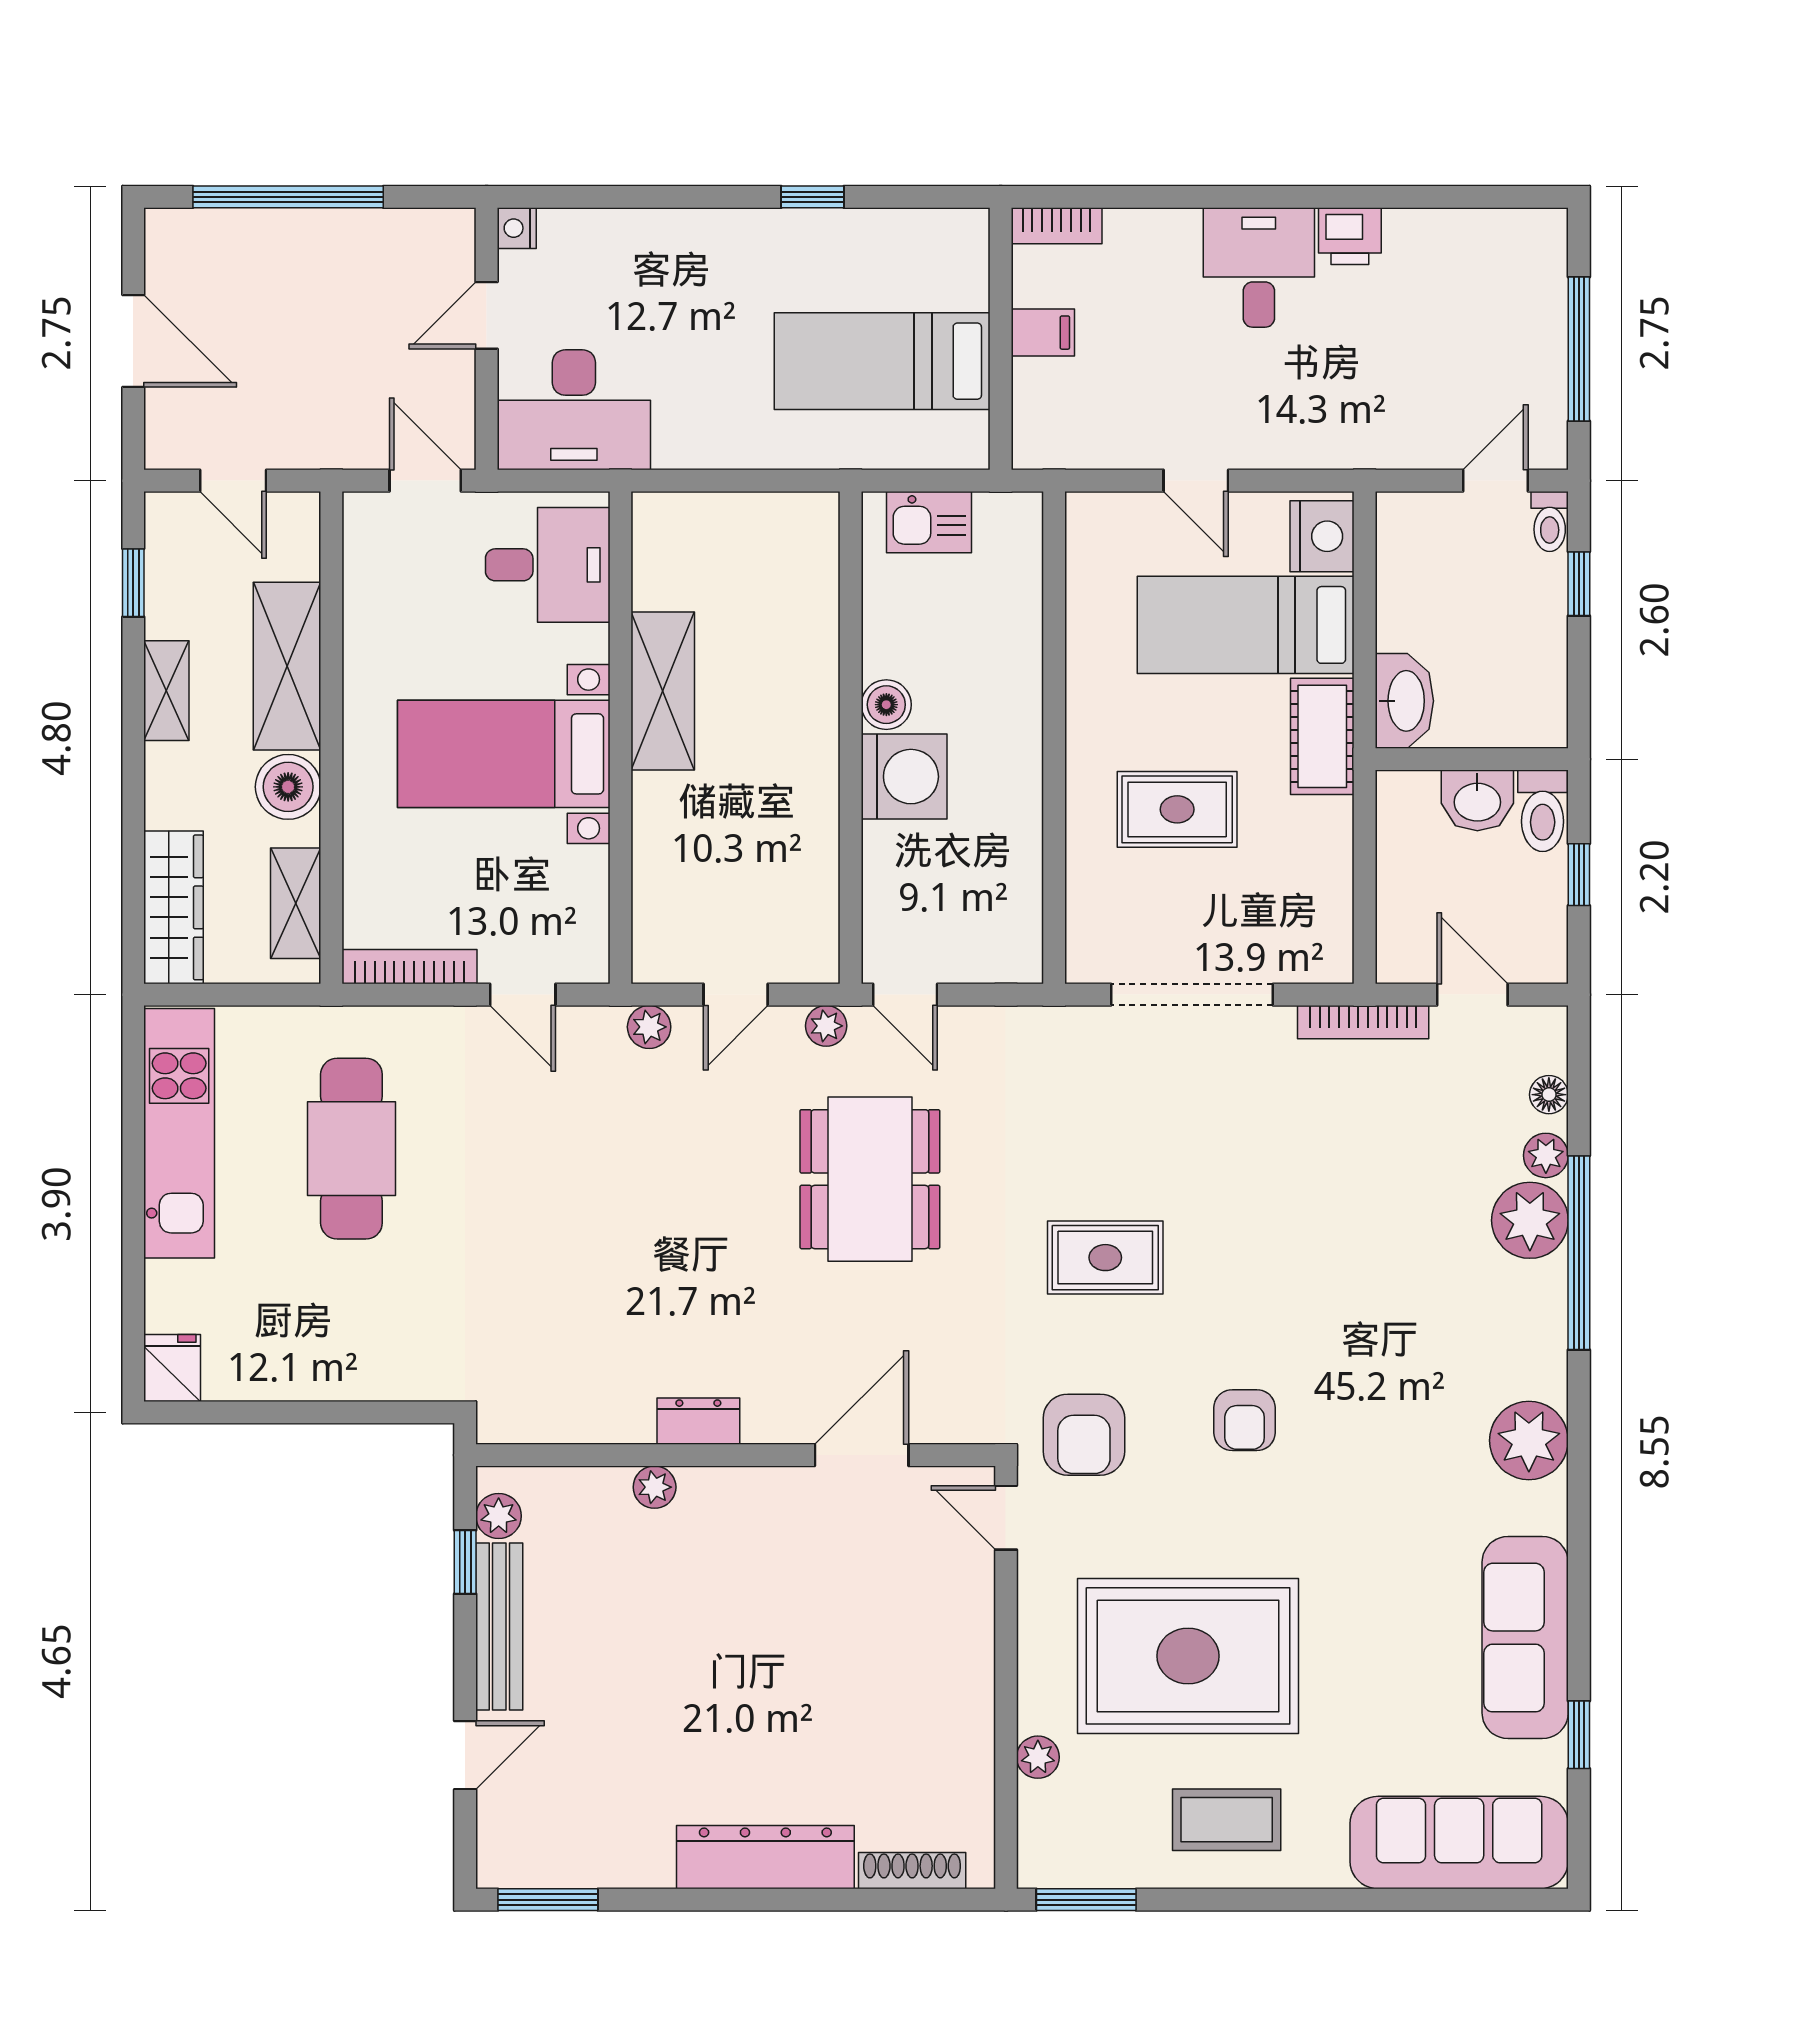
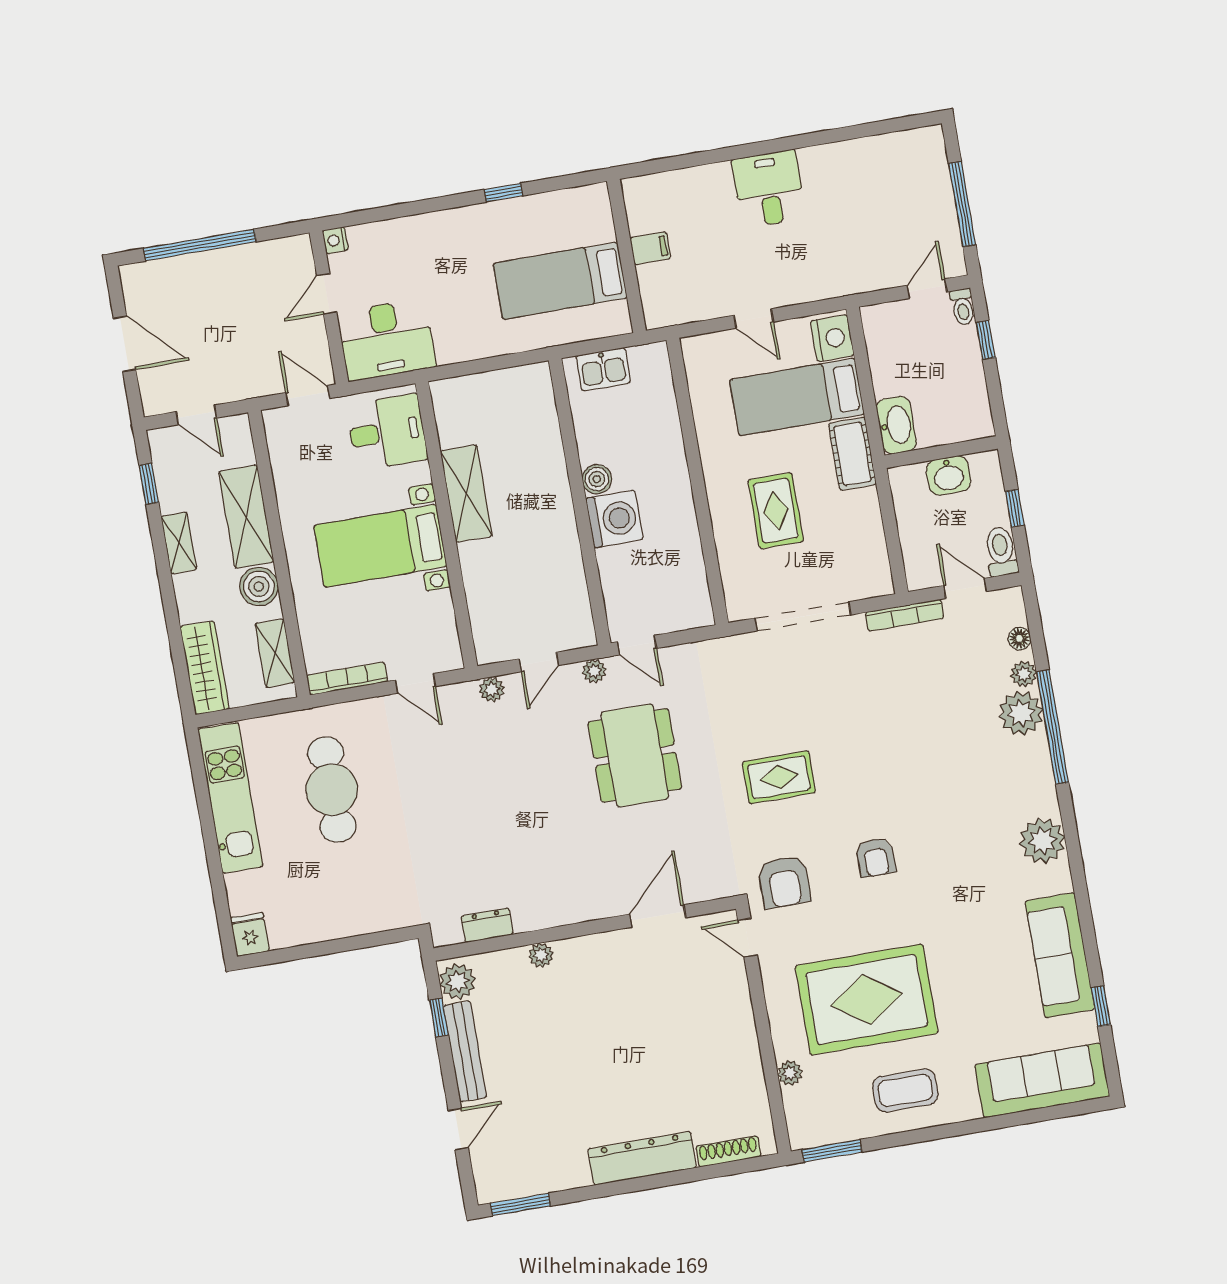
bookcase: (1057, 226) -> (648, 185), removed
printer: (1350, 236) -> (818, 162), removed
rug: (1177, 809) -> (776, 511), turned 90
toilet: (1543, 811) -> (1001, 551), moved, turned 180
dresser: (698, 1421) -> (487, 925), moved
plant: (499, 1516) -> (458, 982), width x1.38, depth x1.38

